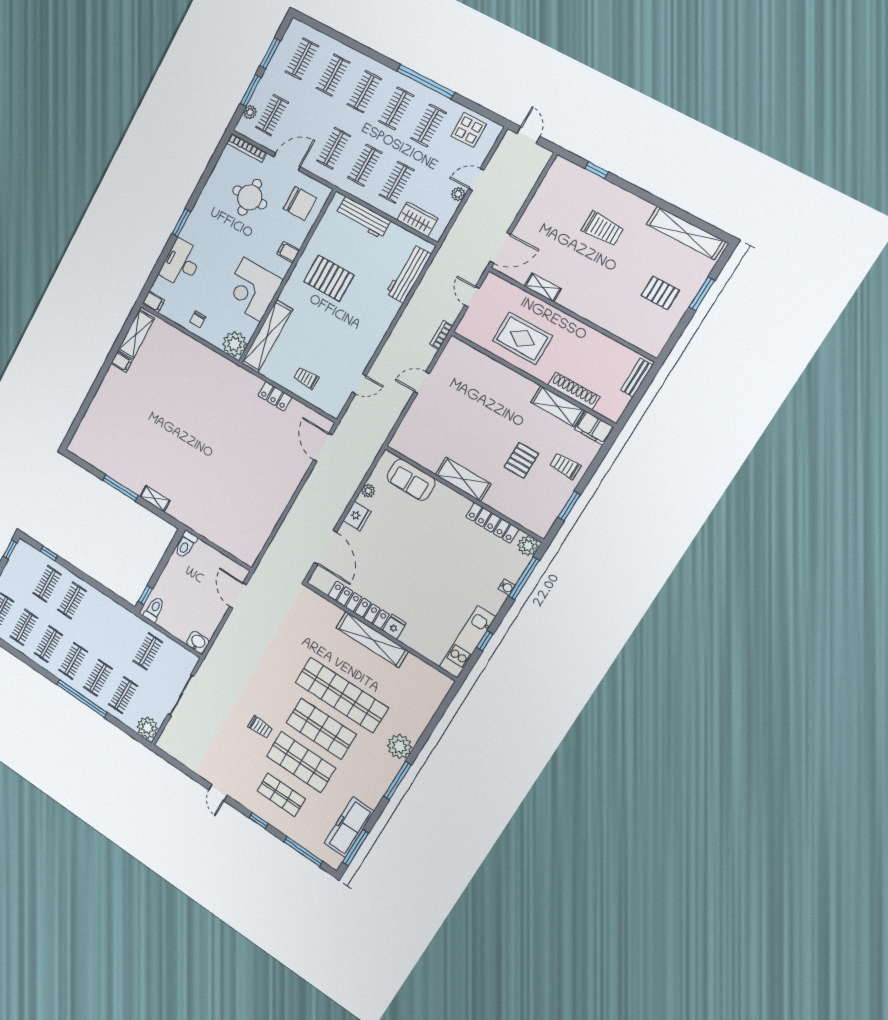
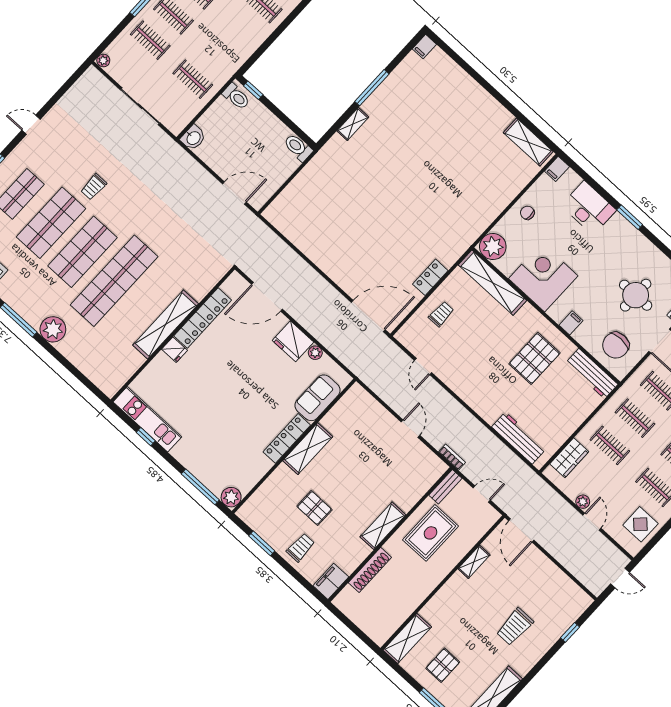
workbench: (363, 217) -> (592, 374), moved, turned -90
shelving: (639, 336) -> (407, 639), added
filing cabinet: (122, 362) -> (424, 47), moved
bench: (637, 378) -> (445, 487), moved, turned 90
shelving: (557, 406) -> (383, 526), moved
door: (323, 447) -> (368, 316), width x1.36
fridge: (357, 516) -> (293, 341), width x1.36, depth x1.34
locker: (492, 523) -> (287, 438), moved
water cooler: (507, 587) -> (195, 469), removed
plant: (147, 728) -> (103, 61), width x0.53, depth x0.53

